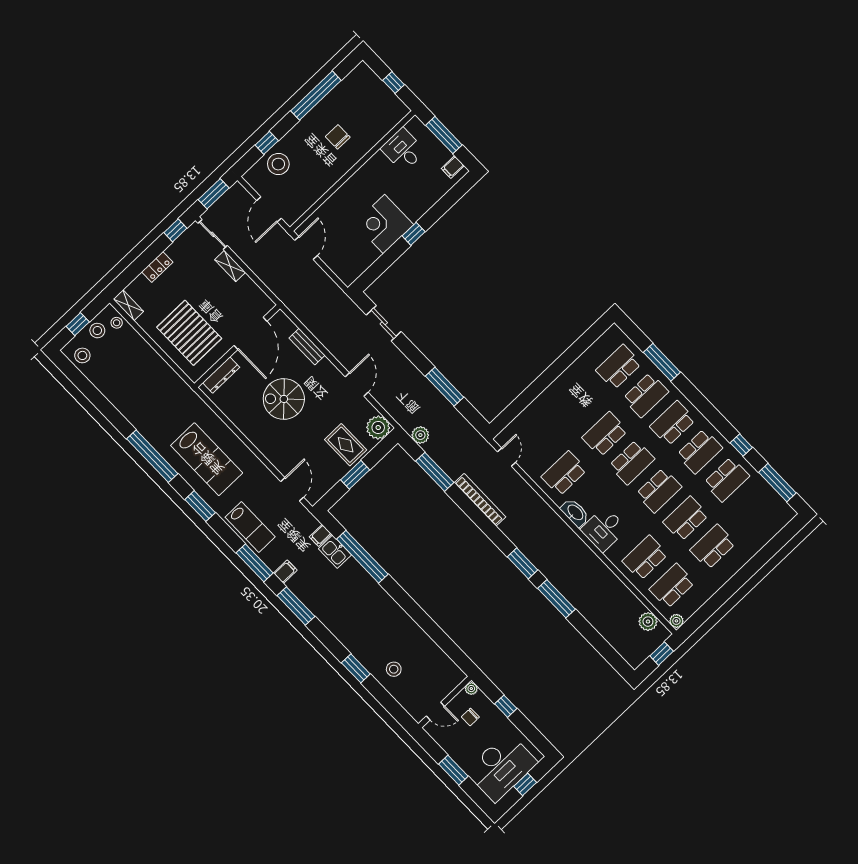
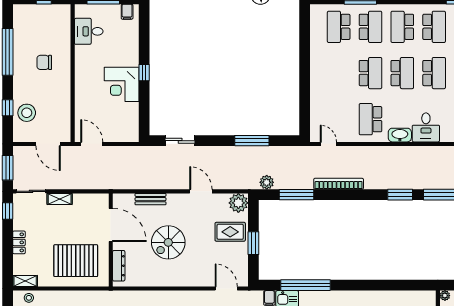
school desk: (605, 434) -> (370, 73), turned 180

